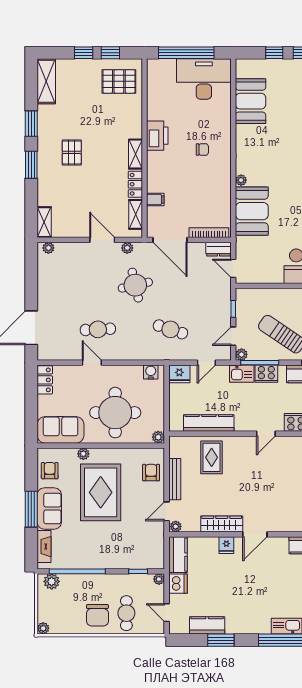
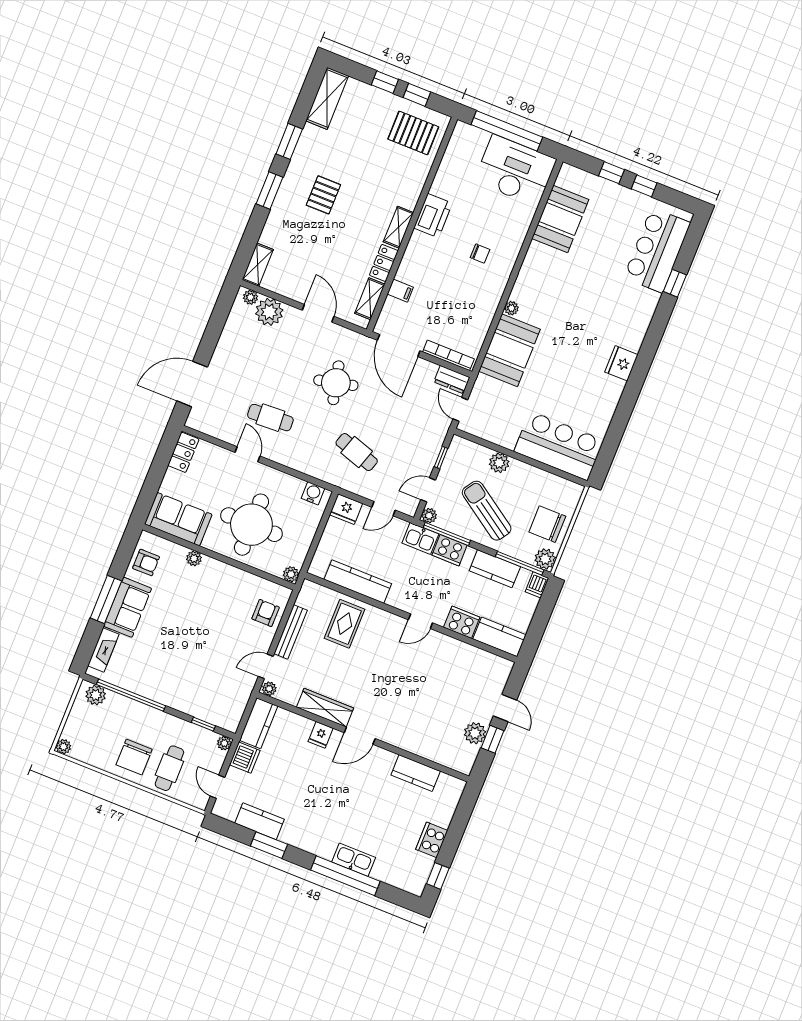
plant: (127, 248) -> (269, 312), moved, width x1.88, depth x1.88
plant: (277, 296) -> (499, 463), added
armchair: (50, 471) -> (146, 562), turned 90
rug: (101, 492) -> (196, 612), removed

